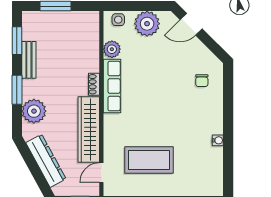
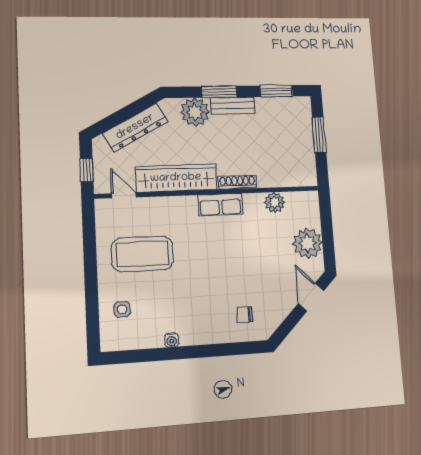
side table: (118, 20) -> (122, 309), moved
bench: (29, 60) -> (233, 105), moved
shoe rack: (94, 84) -> (237, 182), width x1.43
row of seats: (112, 86) -> (220, 205), width x0.68
coffee table: (149, 160) -> (143, 254), turned 90

